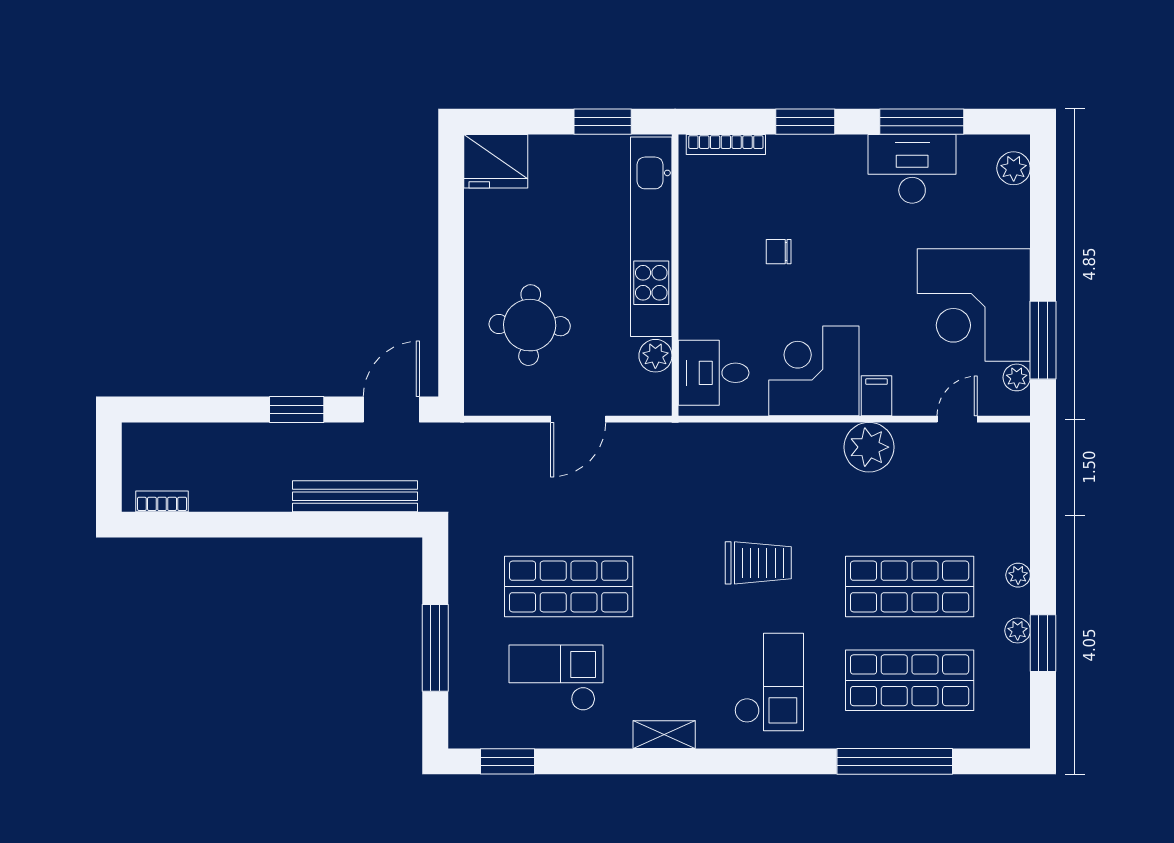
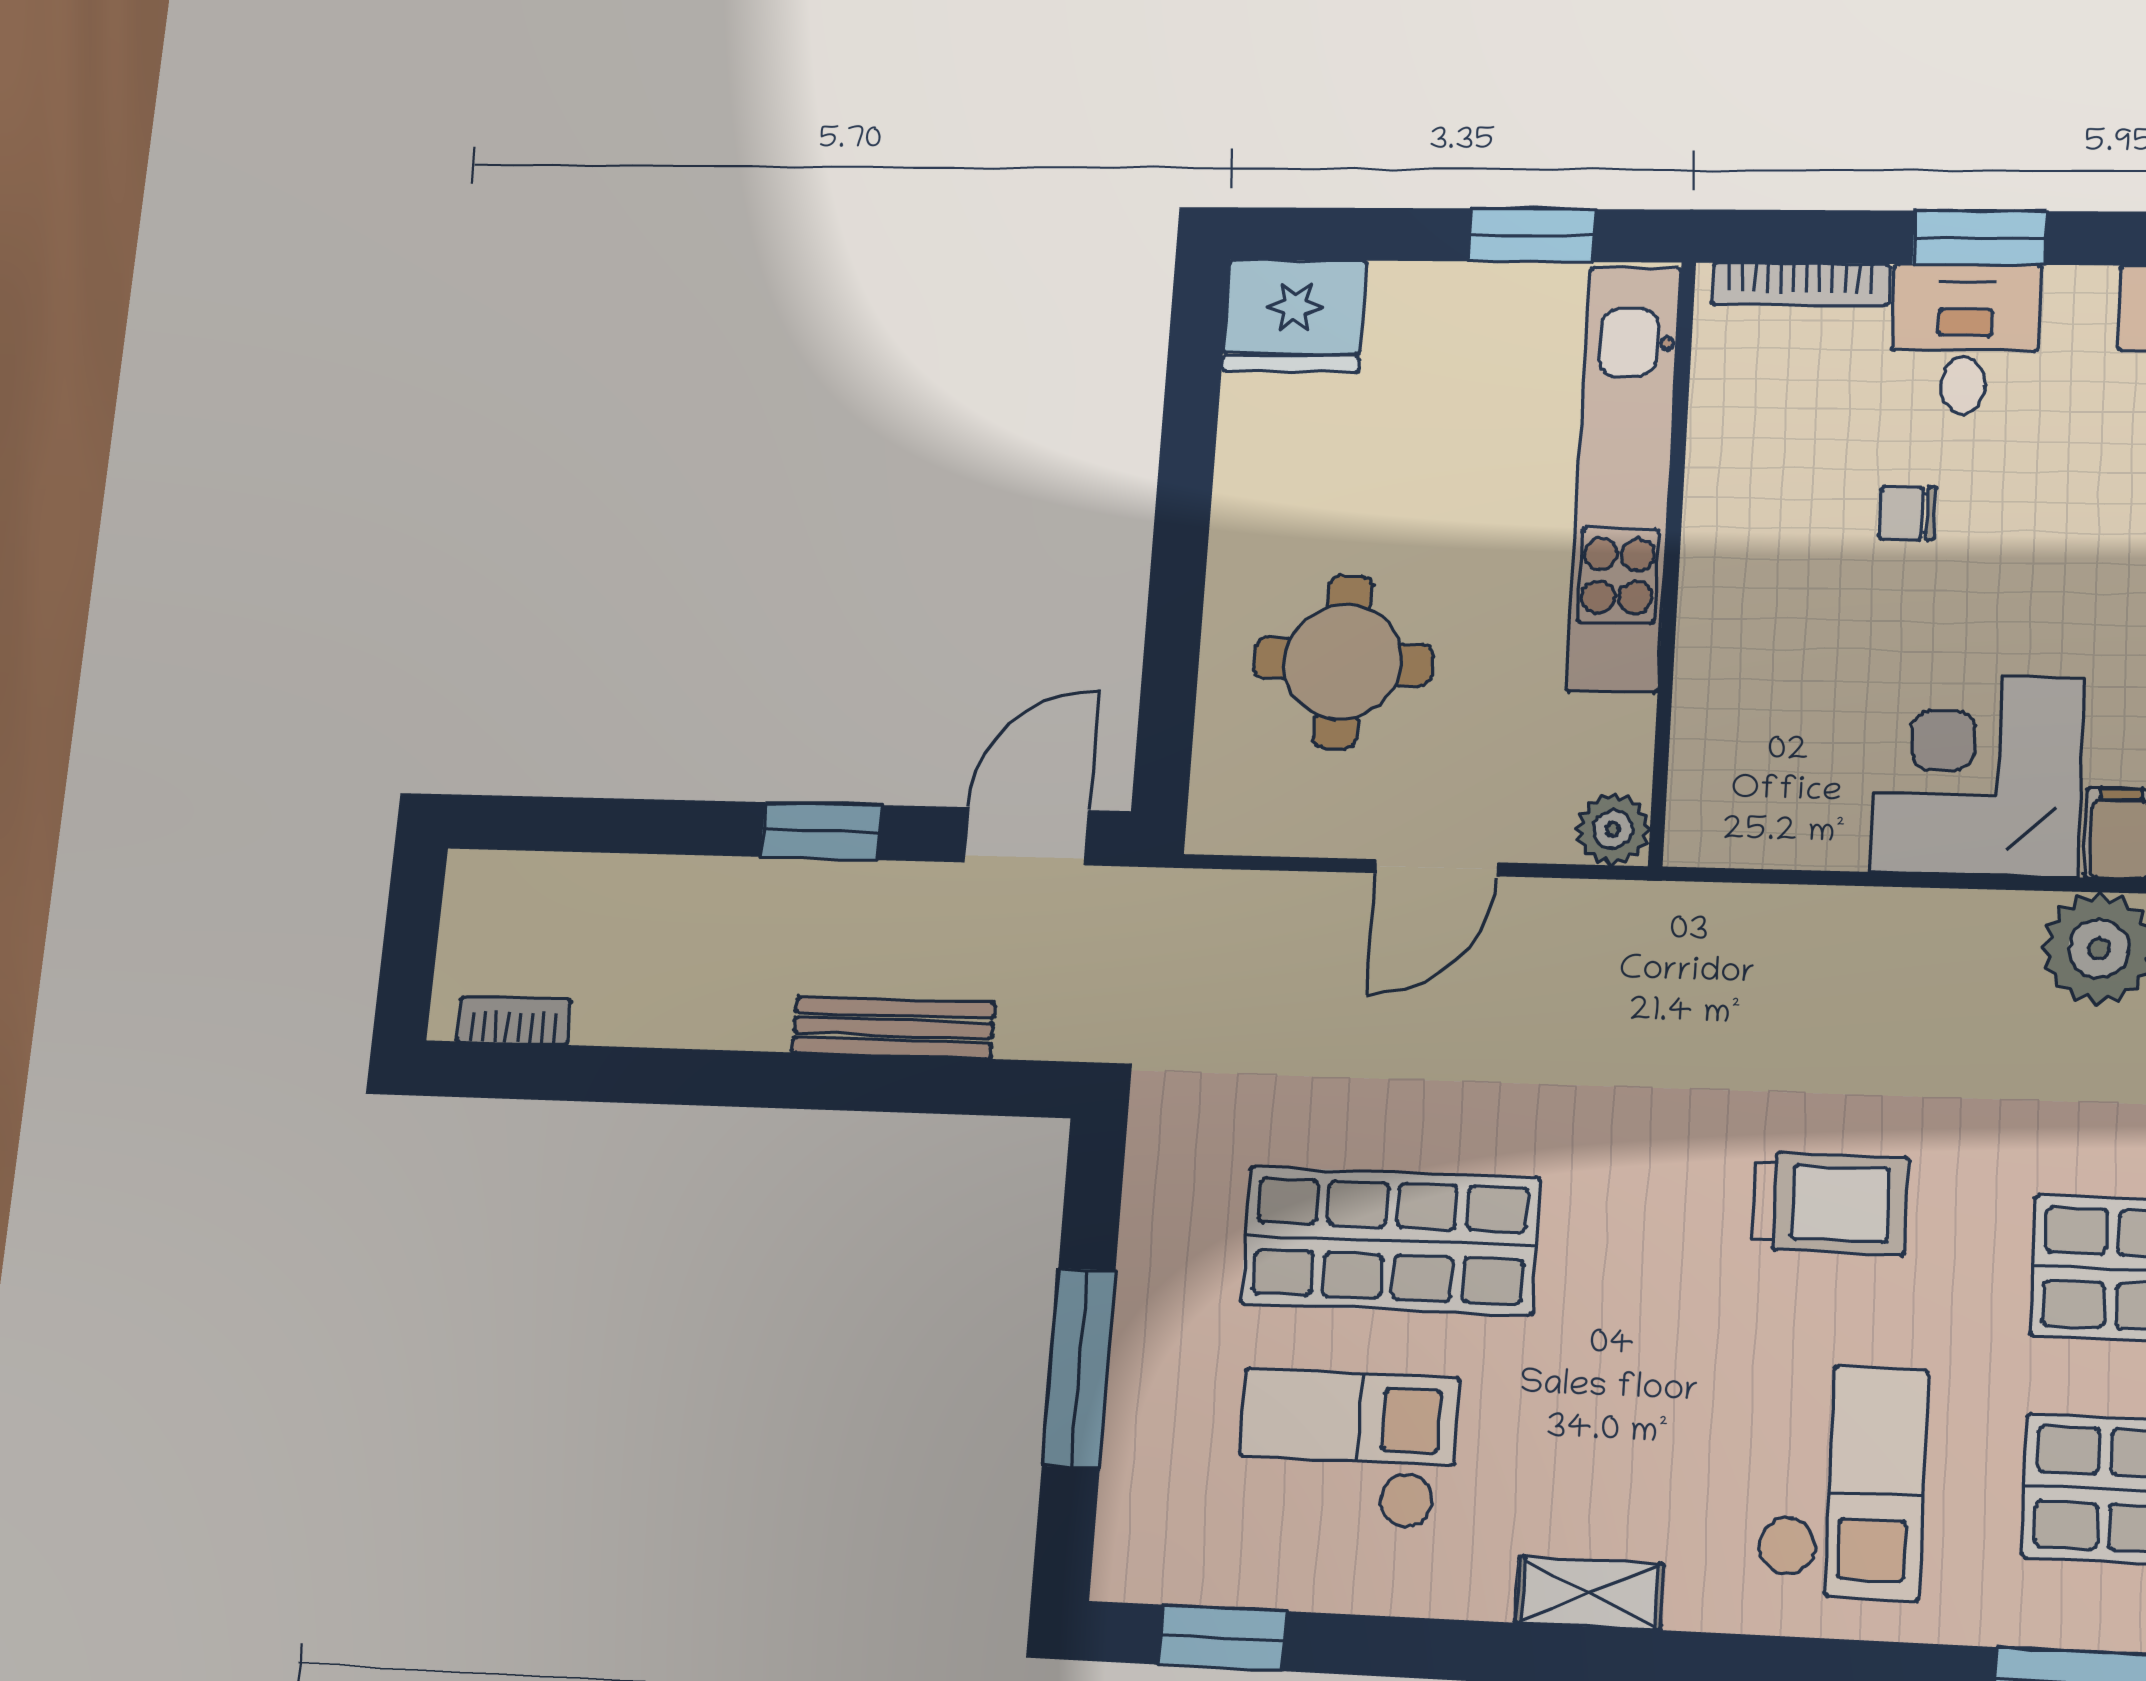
plant: (655, 356) -> (1613, 829), moved
desk: (714, 373) -> (1965, 339), moved, turned 90
bench: (355, 496) -> (893, 1028), width x0.73, depth x0.82

